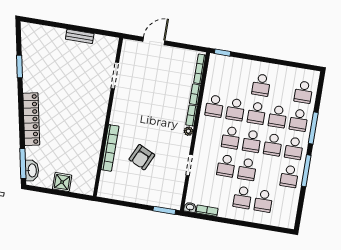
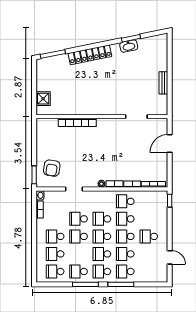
door: (154, 41) -> (170, 143), swing flipped
door: (291, 64) -> (170, 257), added
school desk: (303, 92) -> (55, 271), moved
armchair: (142, 157) -> (52, 168), moved, turned -106
washbasin: (32, 170) -> (129, 46), moved
shower: (62, 182) -> (43, 99), moved

